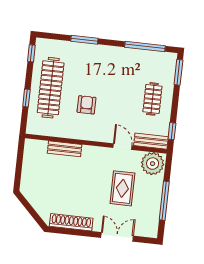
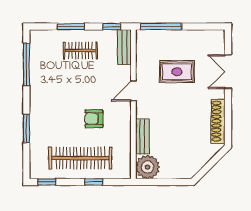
window: (178, 72) -> (71, 27), moved
door: (122, 147) -> (133, 91), moved
plant: (153, 164) -> (148, 167), moved
window: (164, 201) -> (161, 27), moved

